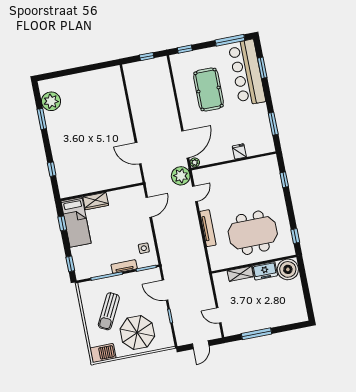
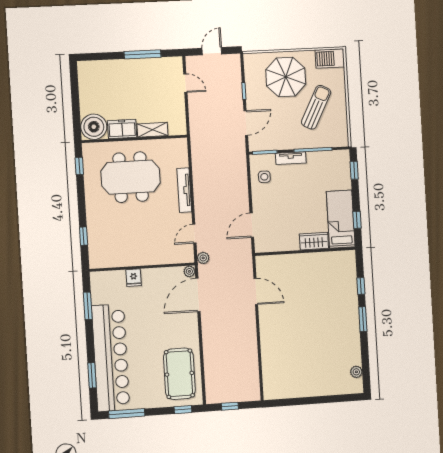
bar counter: (247, 73) -> (111, 358), width x1.36
pool table: (209, 89) -> (179, 374), moved
plant: (51, 101) -> (356, 372), width x0.53, depth x0.53
window: (42, 119) -> (363, 319), moved
plant: (181, 176) -> (203, 258), width x0.53, depth x0.53
door: (165, 290) -> (246, 123), hinge flipped

